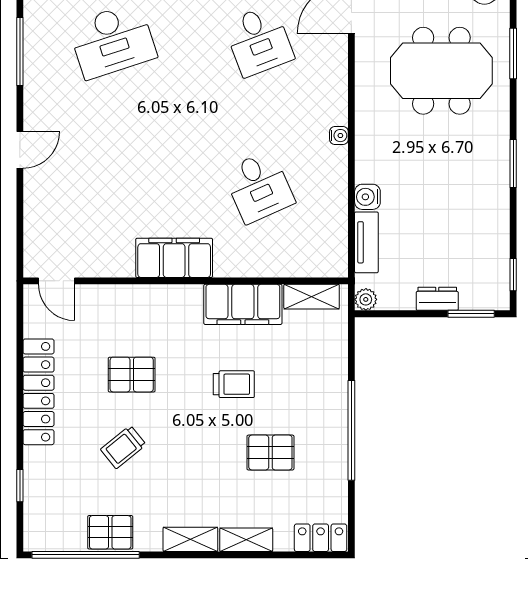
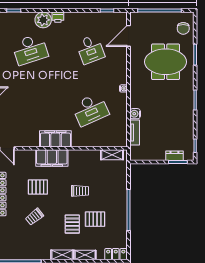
desk: (259, 187) -> (90, 110), width x1.37
plant: (366, 299) -> (134, 156), removed
dresser: (437, 299) -> (174, 156), moved
filing cabinet: (243, 304) -> (52, 158), moved
pallet: (110, 532) -> (72, 224), moved, turned 90

